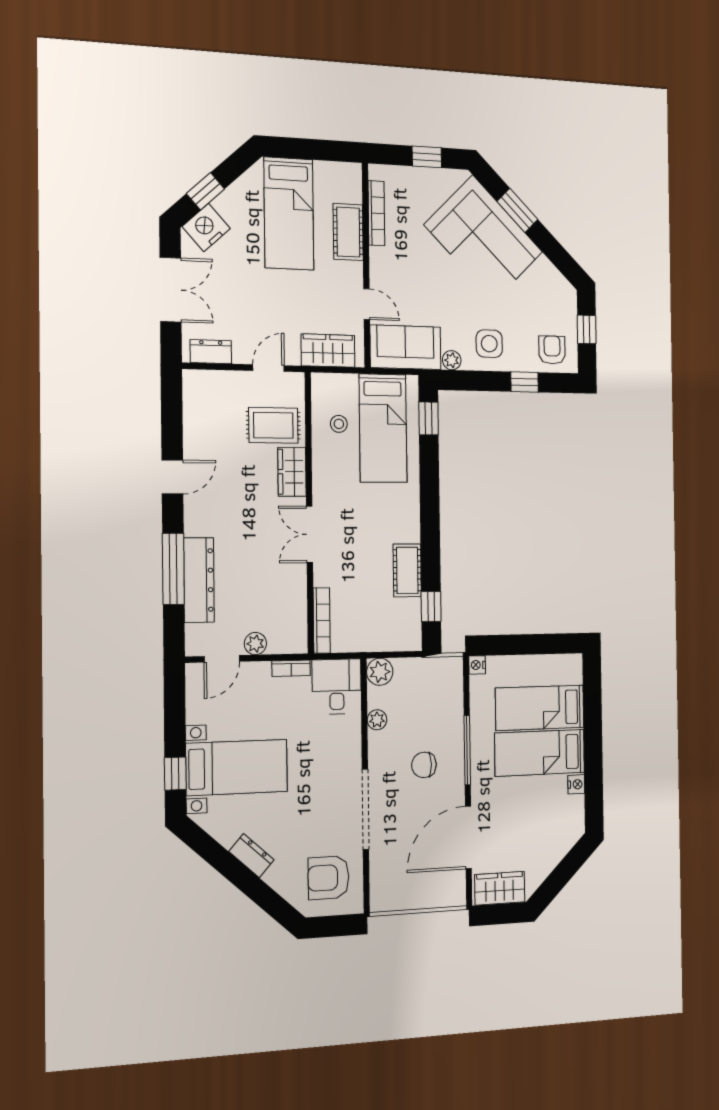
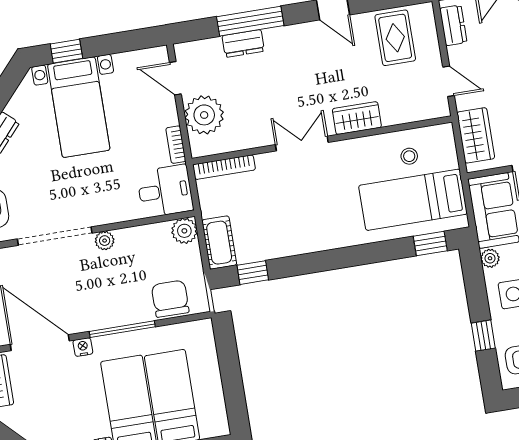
rug: (273, 425) -> (395, 38), moved
cot: (407, 570) -> (219, 243), moved, turned 90
dresser: (199, 580) -> (243, 43), width x0.51, depth x0.80
plant: (255, 644) -> (204, 115), width x1.88, depth x1.88
nightstand: (477, 665) -> (83, 347), moved
plant: (377, 720) -> (105, 241), moved
chair: (424, 765) -> (170, 299), moved, width x1.37, depth x1.37

